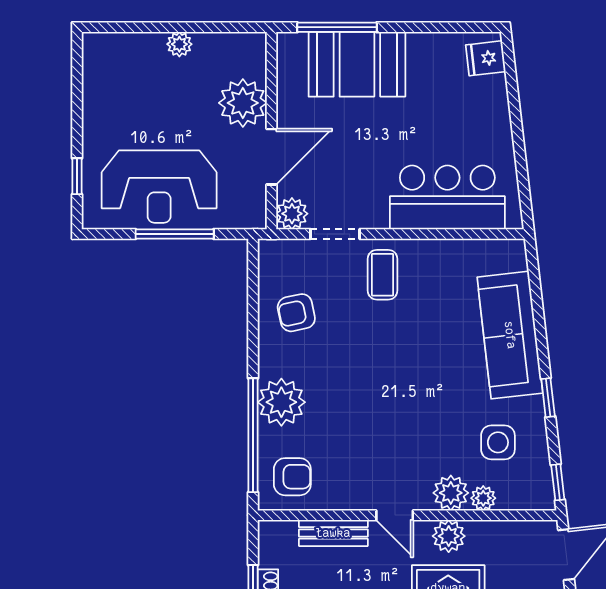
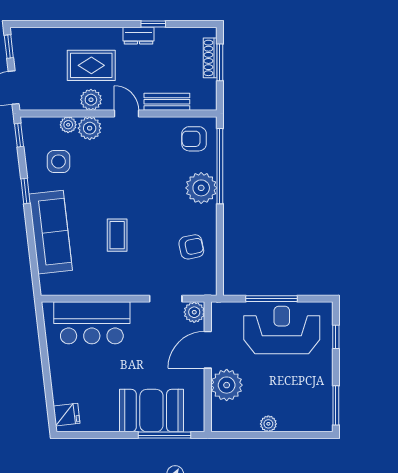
window: (77, 72) -> (336, 405), added
coffee table: (383, 275) -> (117, 235), moved

